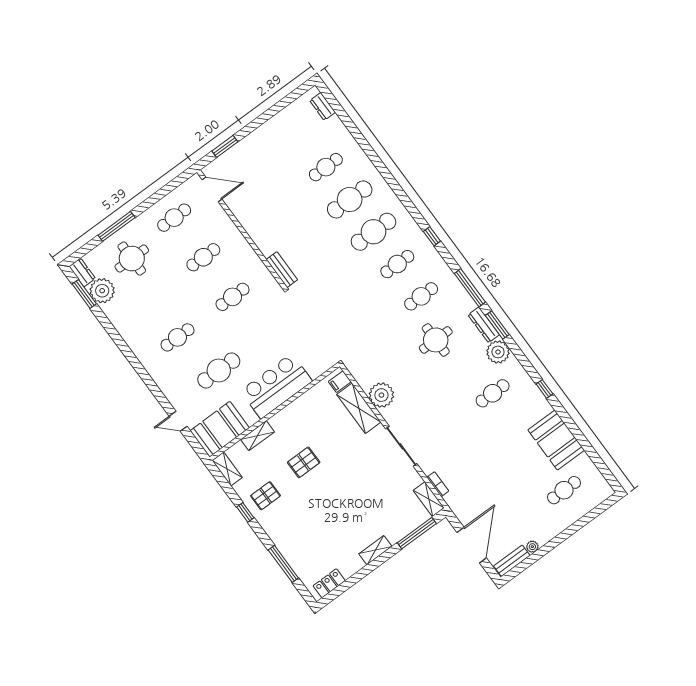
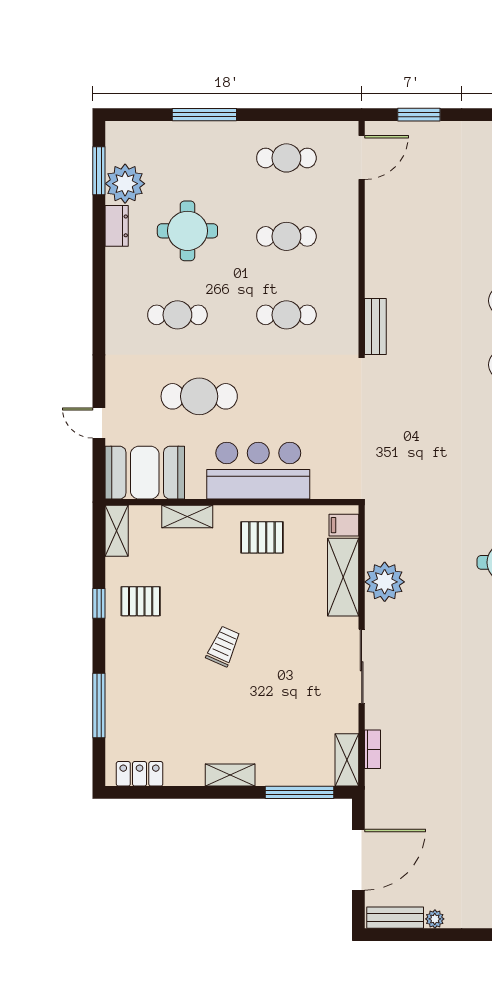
door: (212, 189) -> (362, 157), hinge flipped
round table: (132, 259) -> (187, 231), moved
dresser: (82, 272) -> (117, 226), moved
pallet: (304, 462) -> (262, 537), moved
trolley: (324, 488) -> (223, 646), added

